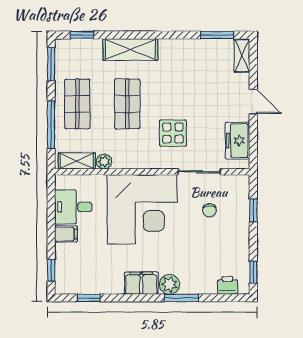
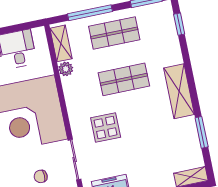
window: (217, 35) -> (202, 132), moved
shelving: (130, 50) -> (179, 91), moved

